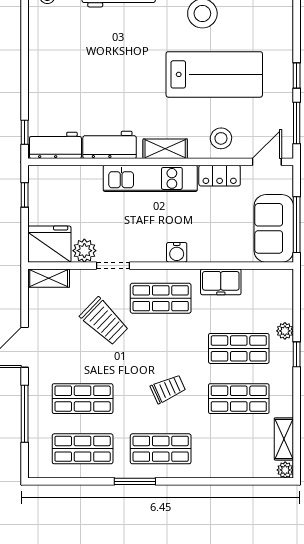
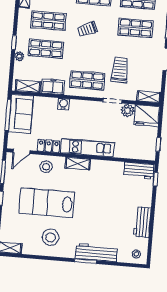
workbench: (110, 145) -> (142, 222), moved, turned 90
water cooler: (177, 252) -> (63, 104), moved
shelving: (265, 279) -> (28, 86), added
trolley: (104, 321) -> (120, 70), turned 47

